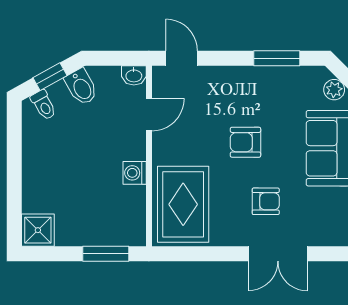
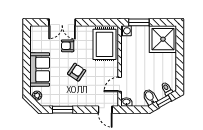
armchair: (245, 142) -> (77, 72), turned -56
washing machine: (135, 173) -> (126, 31), moved
shower: (38, 230) -> (163, 39), width x1.86, depth x1.86
double door: (278, 254) -> (62, 22), swing flipped

